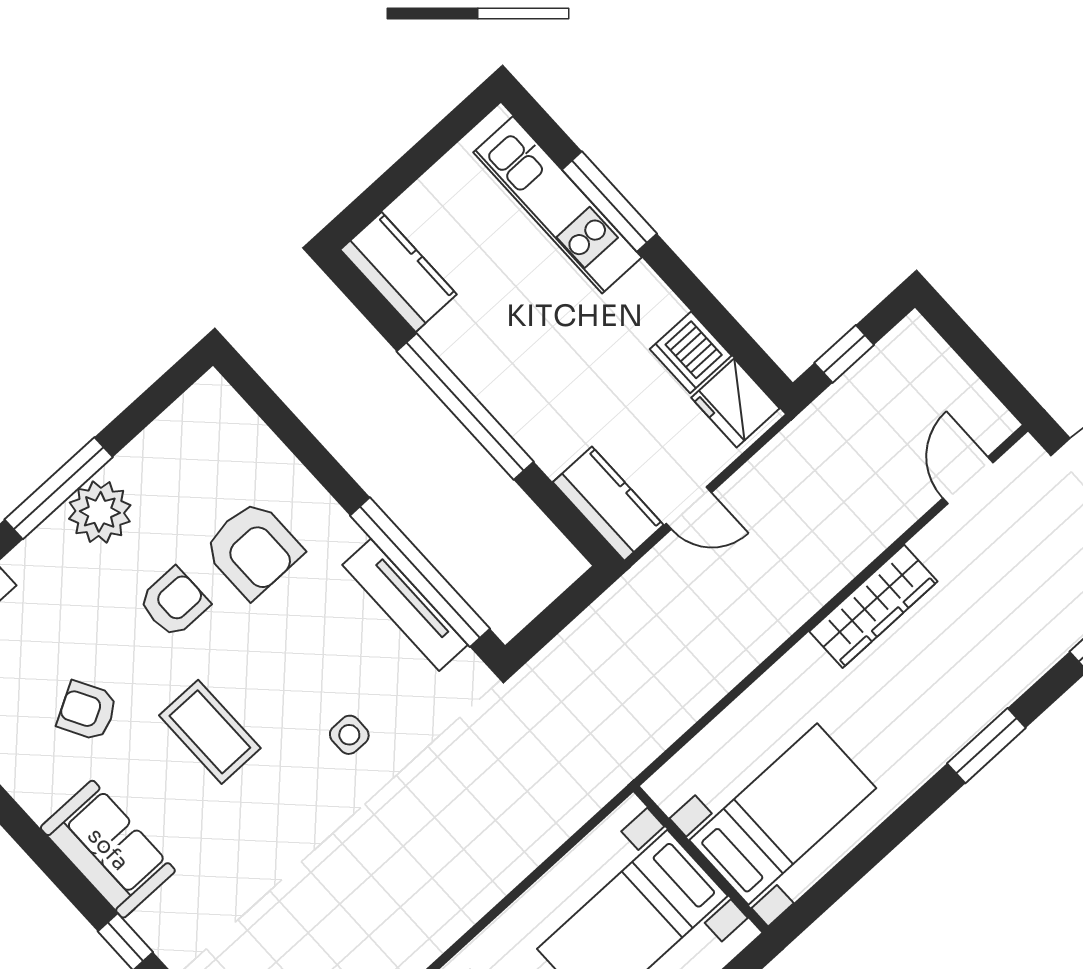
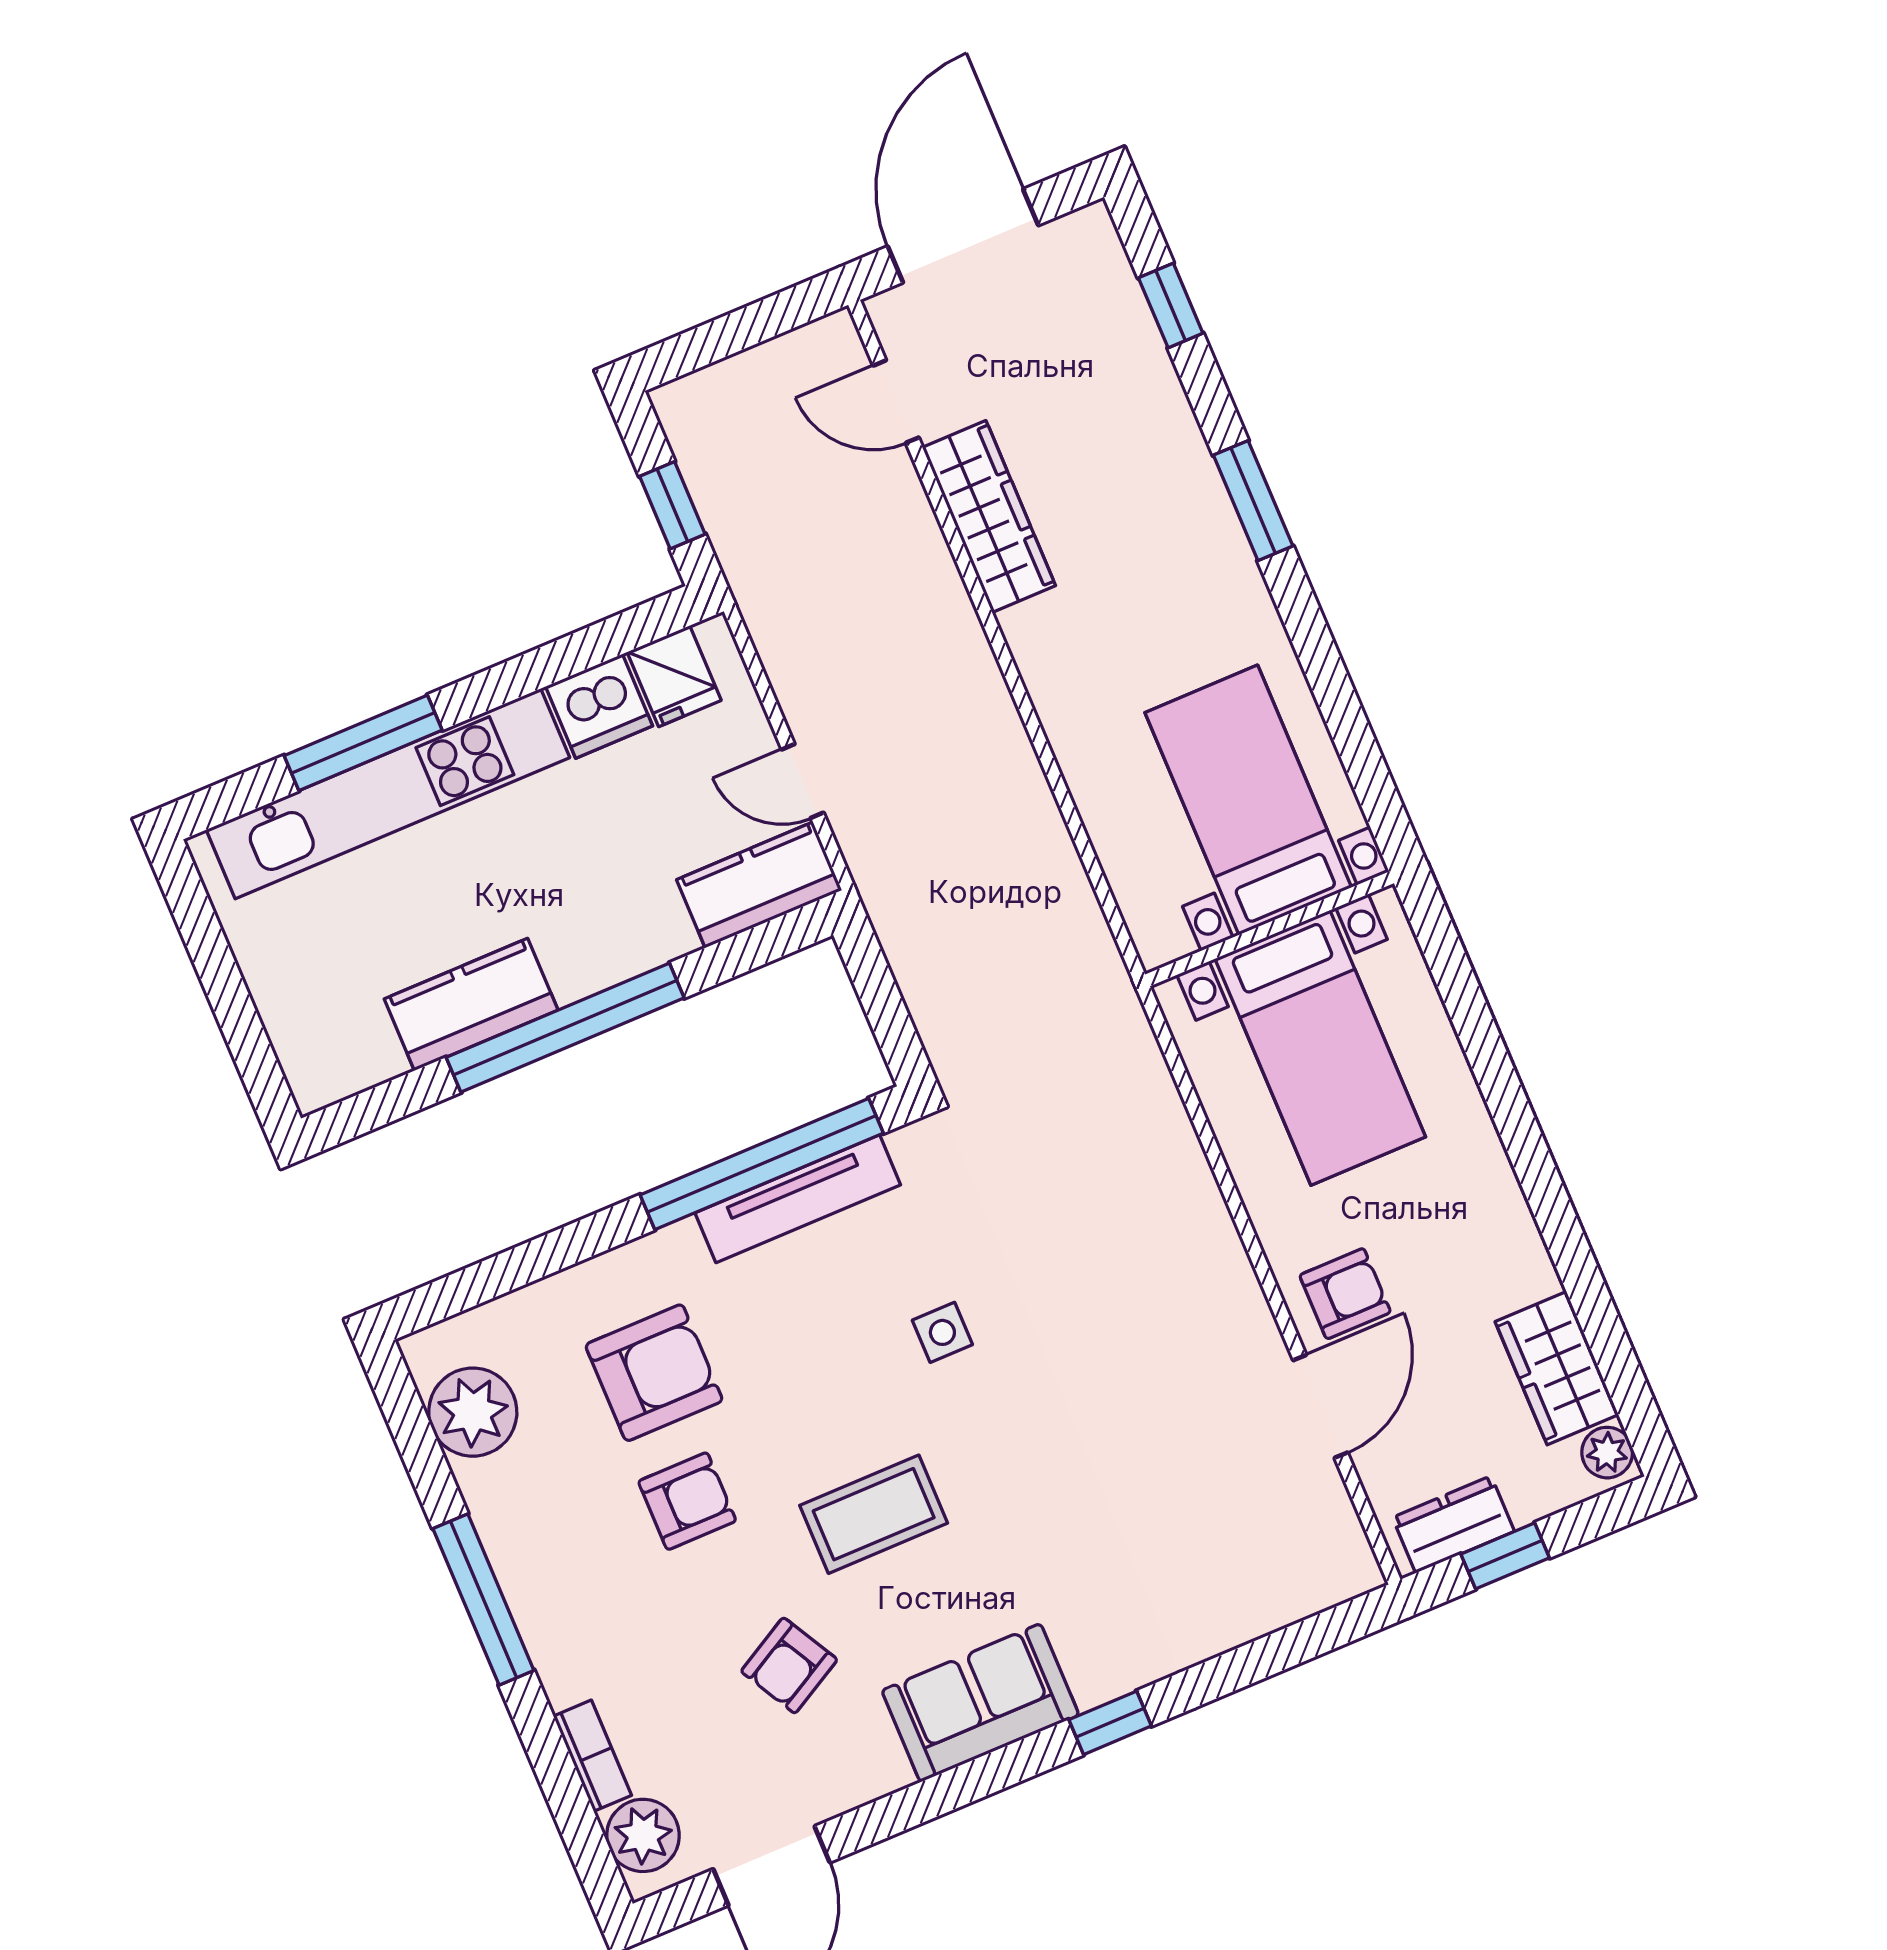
kitchen unit: (558, 205) -> (388, 794), width x1.36
kitchen counter: (399, 272) -> (471, 1004), moved
fridge: (735, 403) -> (674, 676), width x0.72
door: (689, 508) -> (803, 781), swing flipped
plant: (100, 512) -> (473, 1412), moved
armchair: (174, 602) -> (687, 1501), turned 90
wardrobe: (873, 606) -> (989, 517), moved

